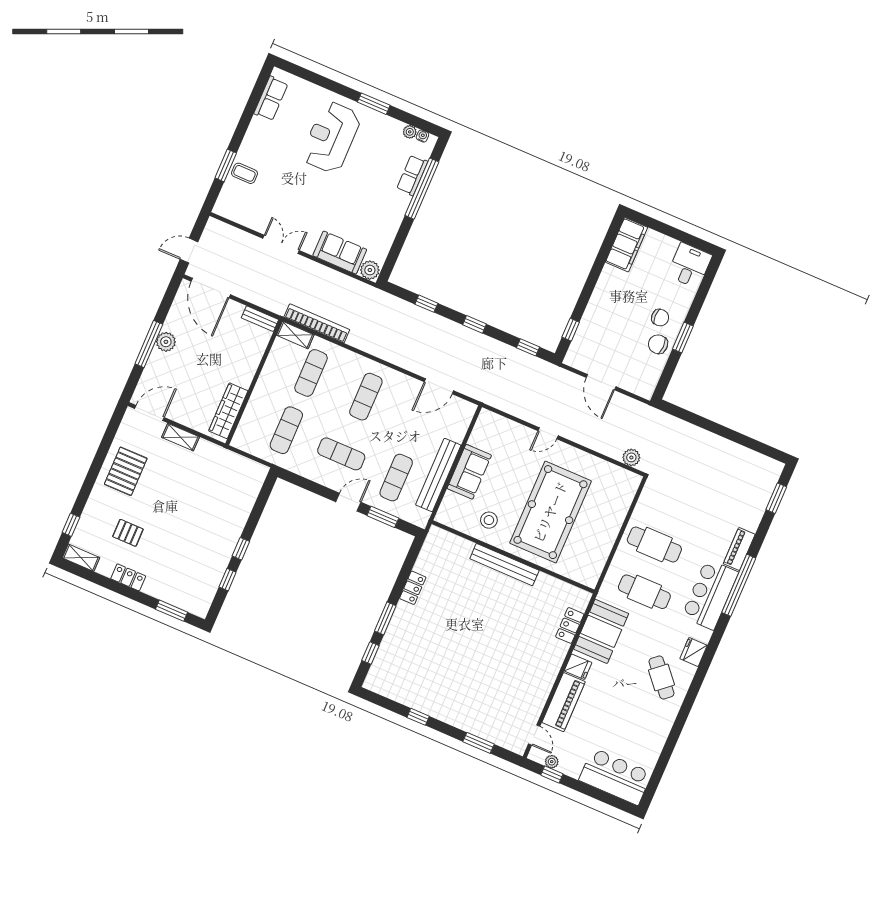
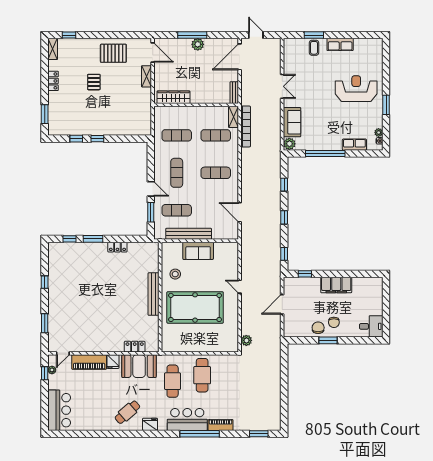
row of seats: (271, 98) -> (340, 44), moved
window: (422, 189) -> (325, 154), moved
filing cabinet: (627, 245) -> (336, 285), moved
pallet: (128, 533) -> (94, 82), moved

